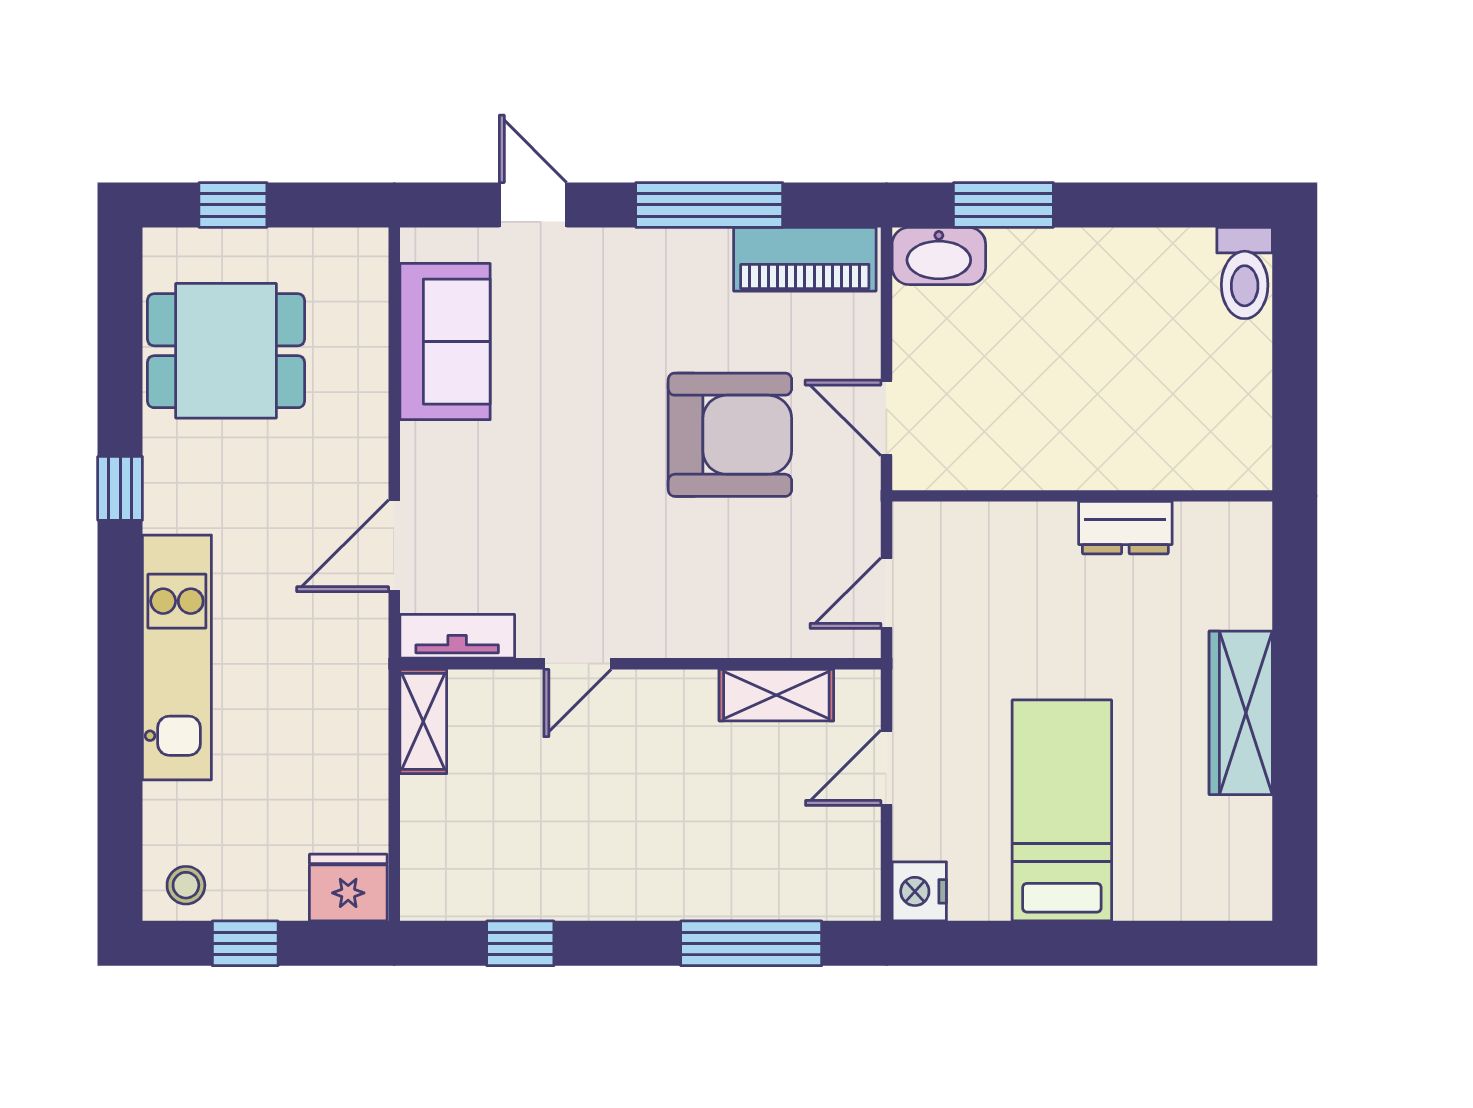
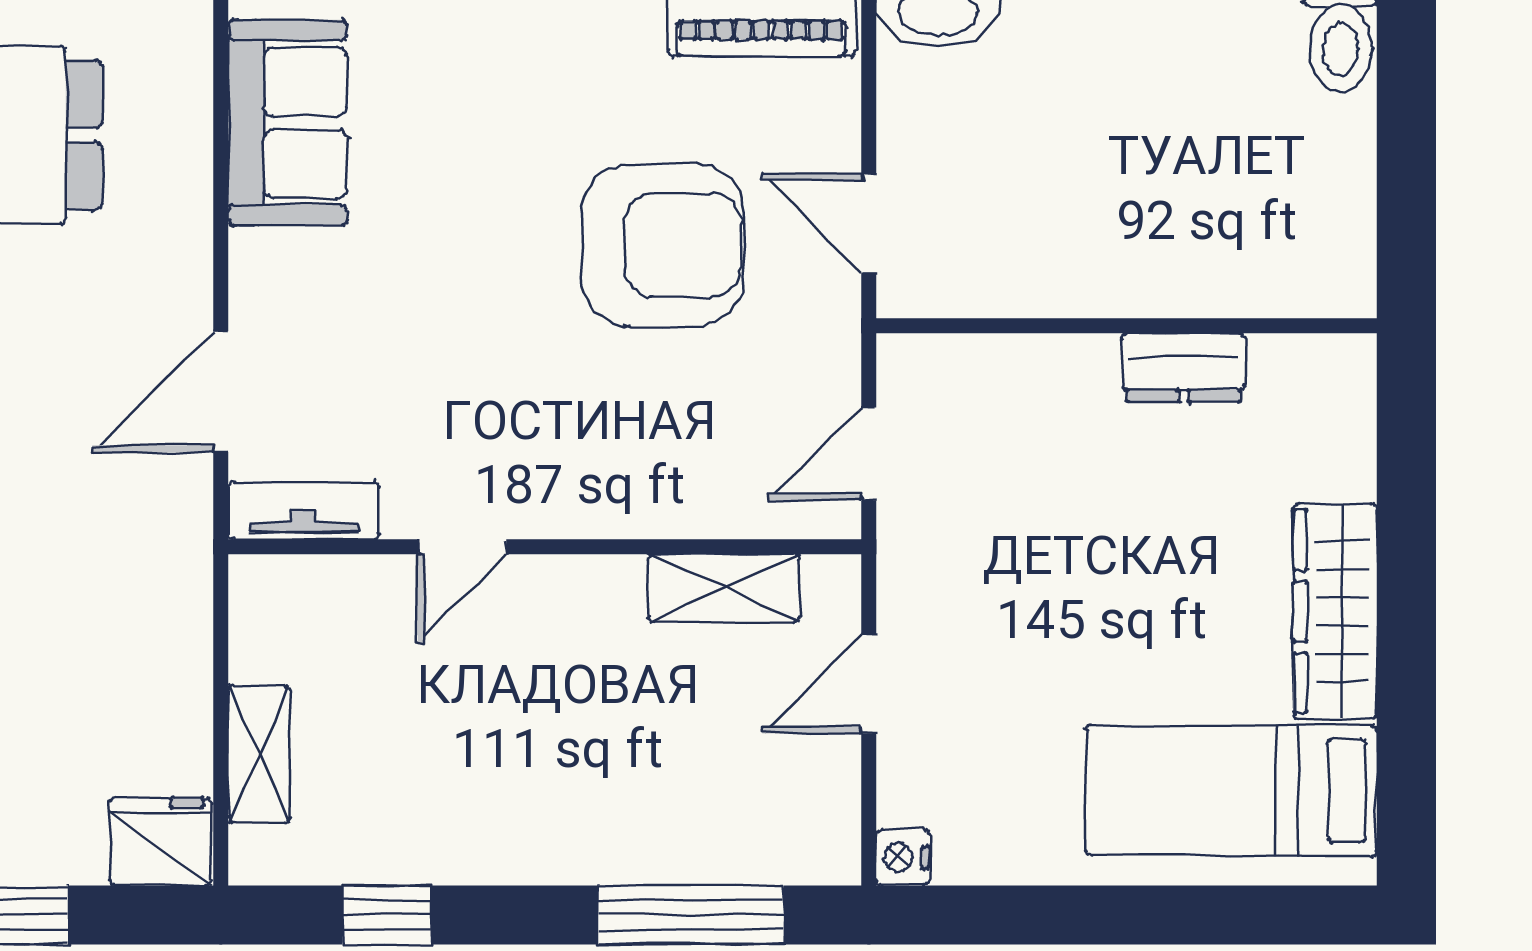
shelving: (423, 721) -> (259, 754), moved
bed: (1062, 810) -> (1231, 790), moved, turned -90
nightstand: (919, 891) -> (903, 858), width x0.72, depth x0.74

